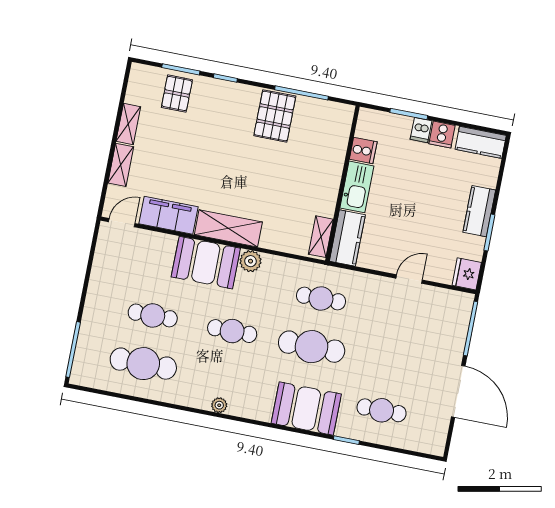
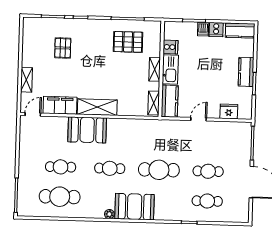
pallet: (177, 94) -> (63, 48), moved
pallet: (275, 116) -> (128, 42), moved, turned 90
shelving: (128, 124) -> (155, 69), moved
plant: (251, 261) -> (114, 125), removed
fridge: (467, 274) -> (229, 111), moved, turned 90
door: (409, 279) -> (199, 119), moved
cafe table: (321, 299) -> (208, 171), moved
booth: (306, 409) -> (135, 207), moved

